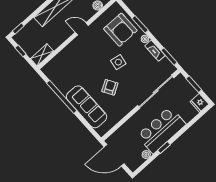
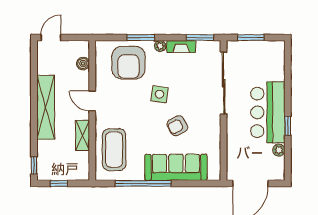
door: (82, 29) -> (92, 101), hinge flipped
armchair: (120, 30) -> (128, 63), turned 90
shelving: (42, 55) -> (83, 135), moved
coffee table: (66, 64) -> (114, 150), added
armchair: (110, 87) -> (177, 126), turned -87
fridge: (199, 103) -> (275, 49), removed

